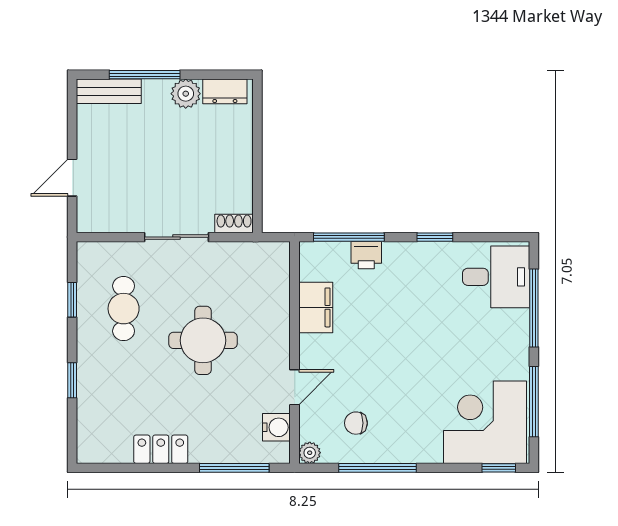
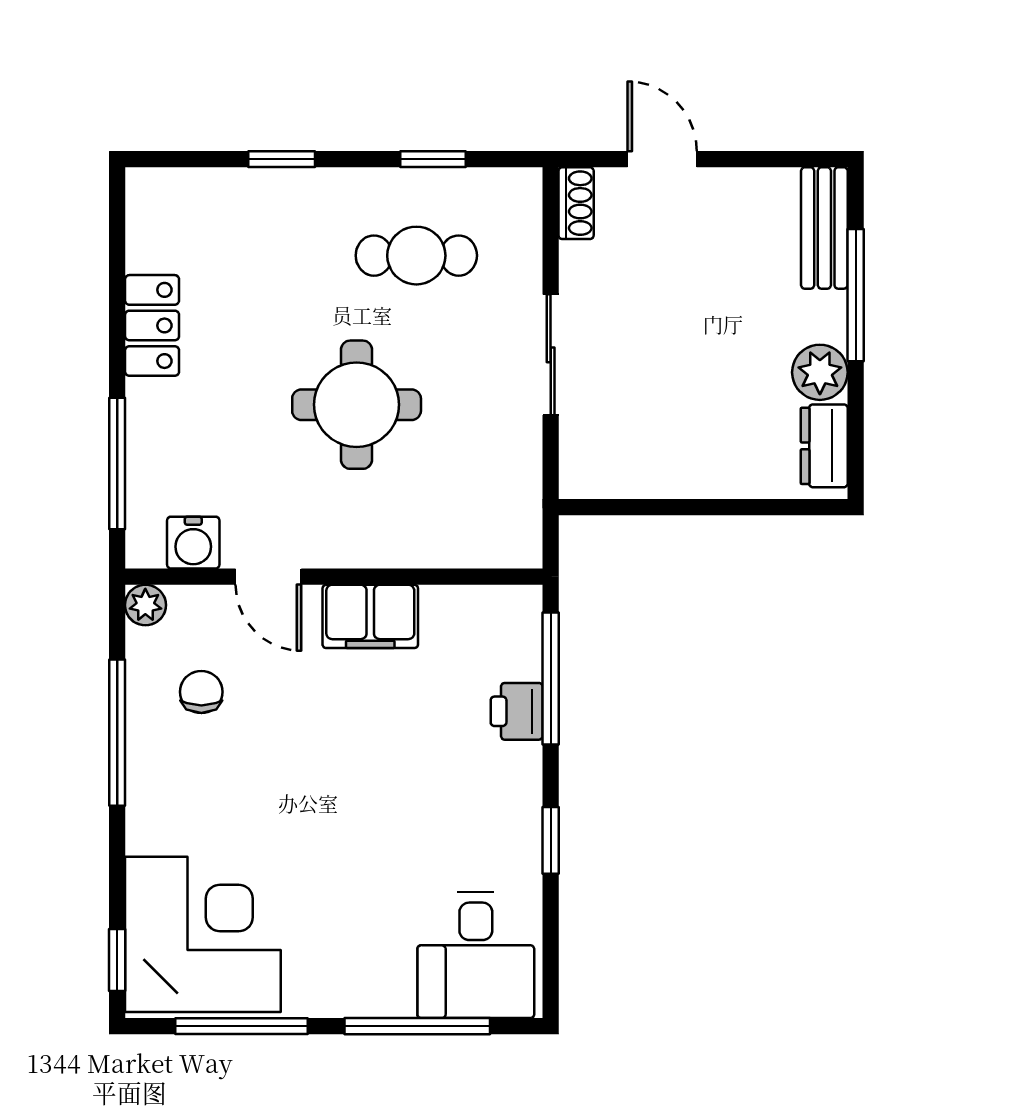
shoe rack: (234, 223) -> (576, 203), moved
filing cabinet: (316, 307) -> (370, 616), moved

